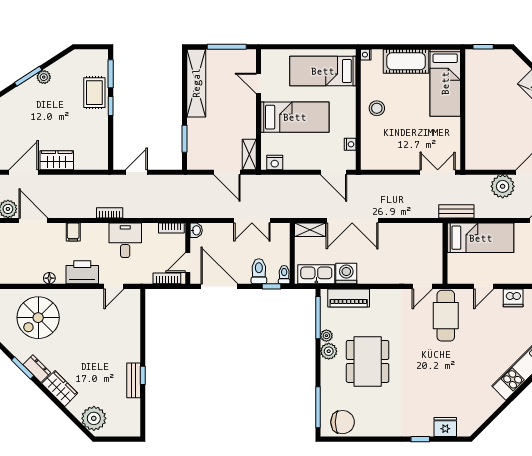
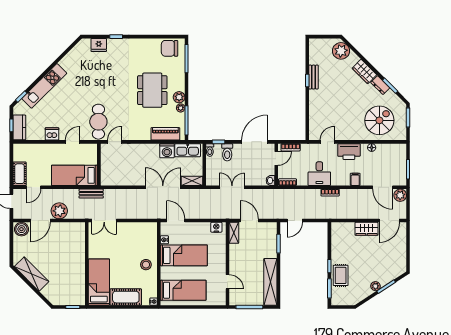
bed: (295, 117) -> (184, 255), moved, turned 180
door: (136, 172) -> (295, 221), moved
door: (219, 286) -> (254, 142), swing flipped

